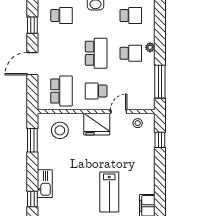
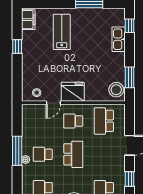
school desk: (96, 53) -> (73, 154), turned 180
window: (160, 82) -> (17, 151), moved
school desk: (96, 91) -> (73, 121), turned 180
stool: (60, 130) -> (116, 90), moved
window: (160, 140) -> (17, 46), moved

